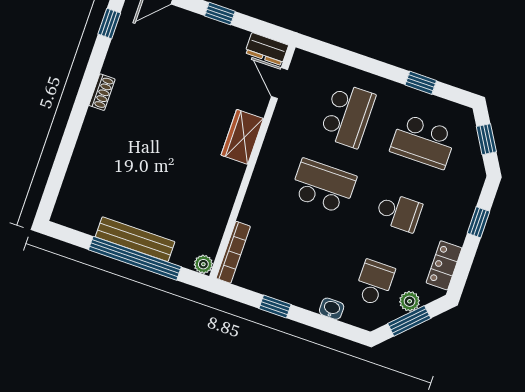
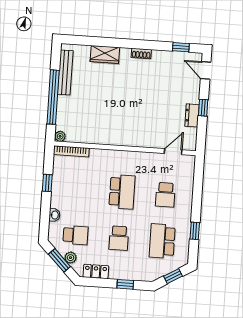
dresser: (267, 49) -> (192, 115), moved
school desk: (348, 115) -> (165, 195), width x0.54
wardrobe: (242, 137) -> (105, 54), moved, turned 180
bench: (135, 239) -> (65, 73), moved

